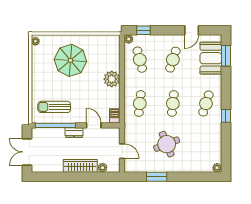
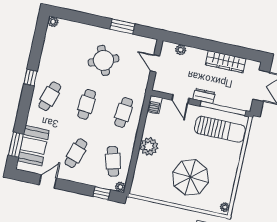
sun lounger: (54, 107) -> (220, 129), width x1.36, depth x1.34
wardrobe: (80, 166) -> (226, 62), moved

